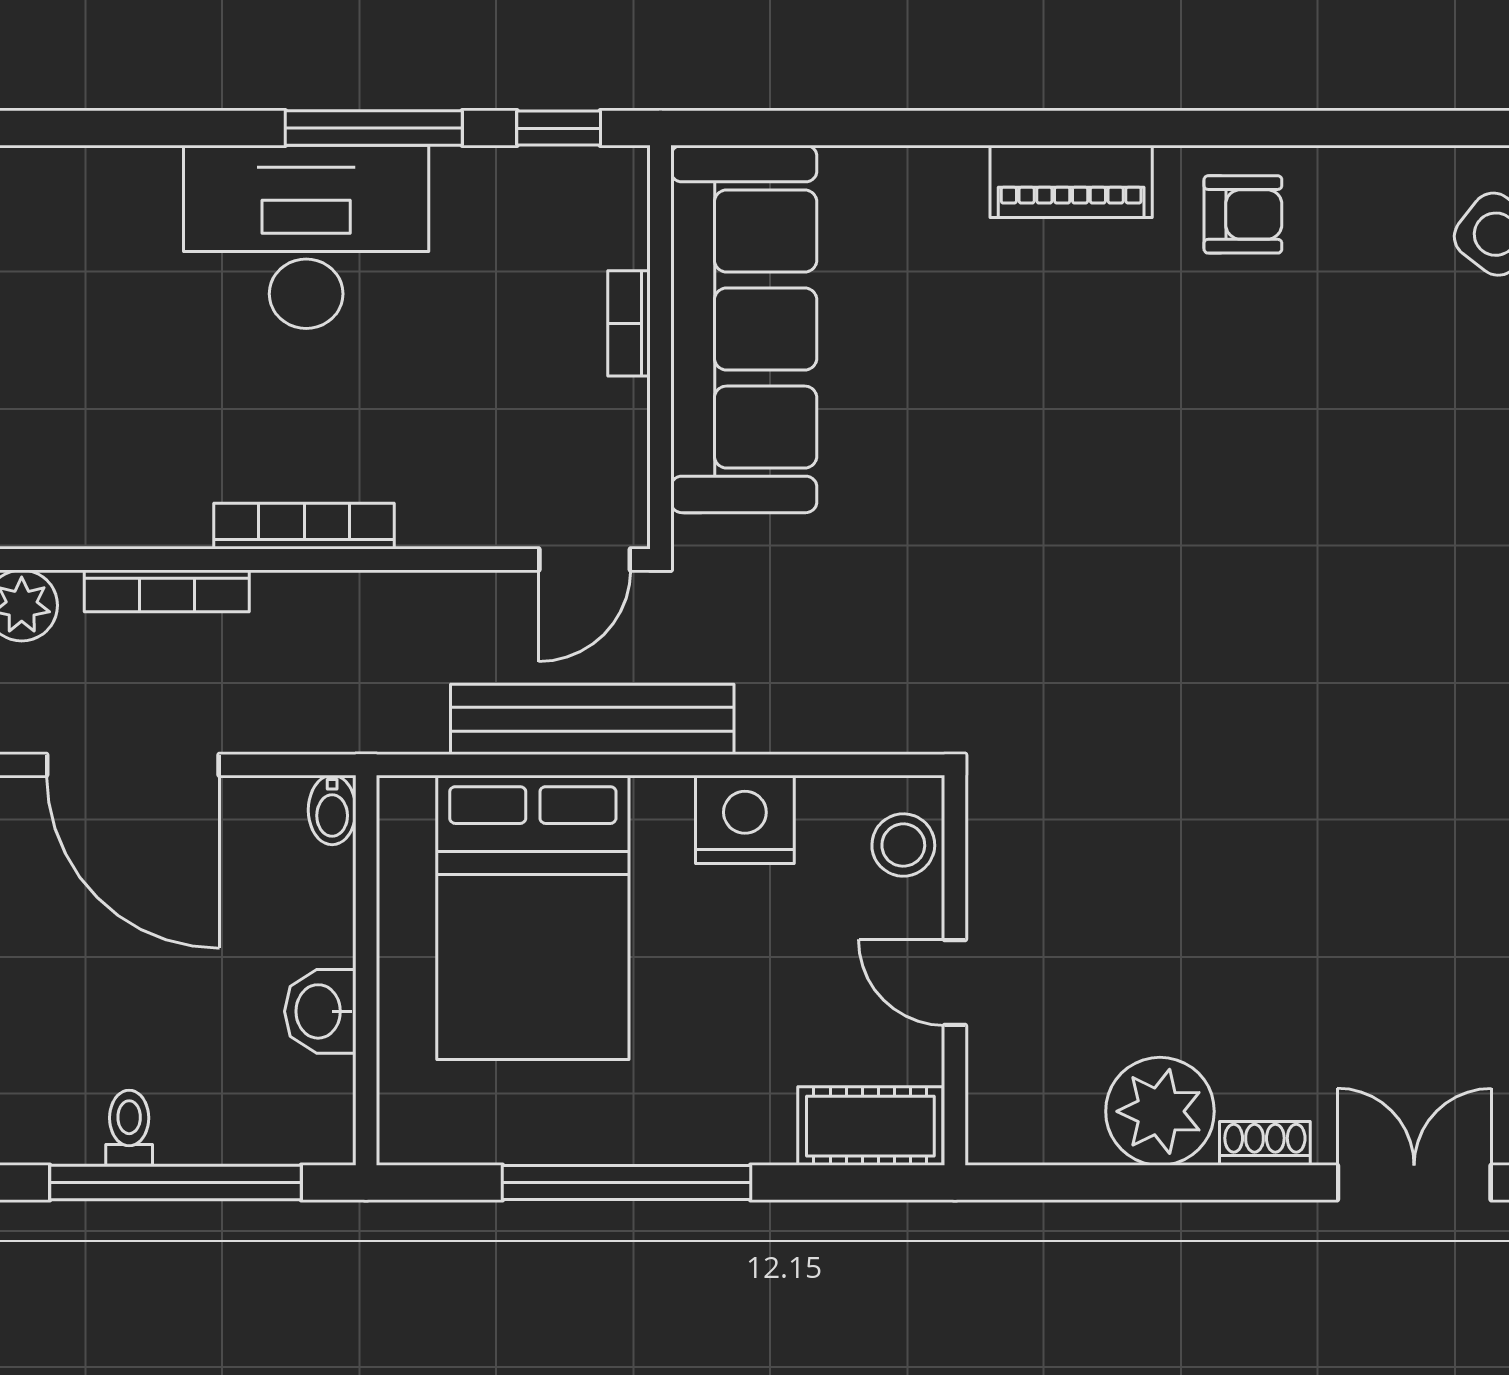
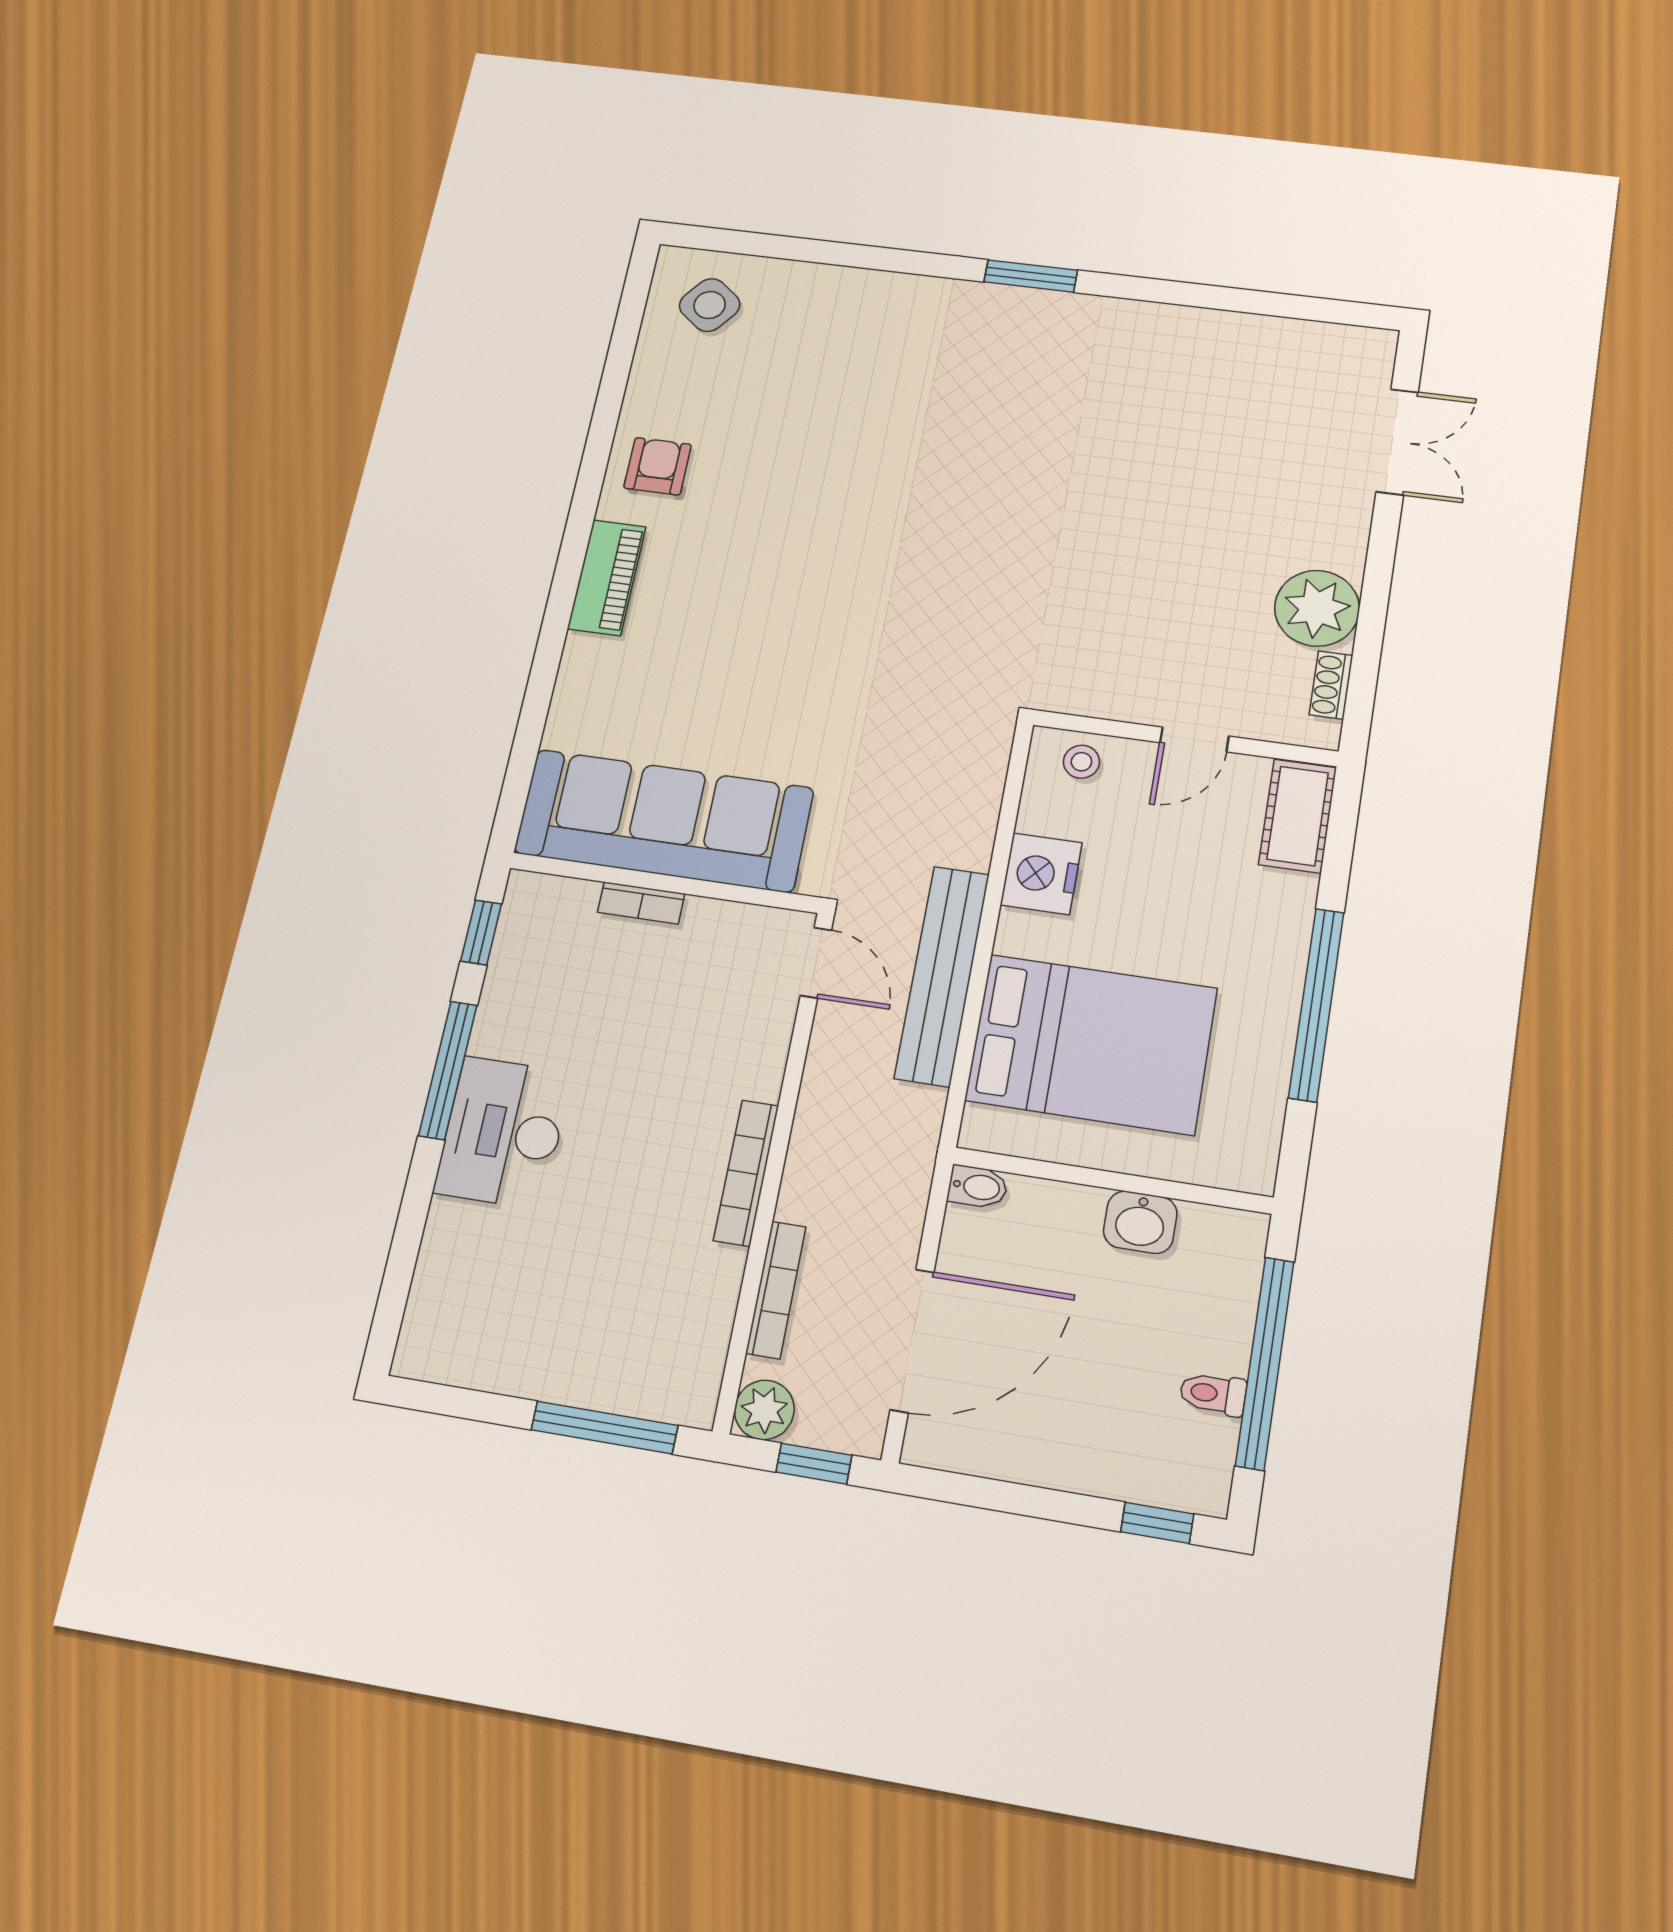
desk: (306, 237) -> (503, 1132), width x0.73, depth x0.77
stool: (903, 845) -> (1081, 762), width x0.73, depth x0.73
shoe rack: (1265, 1143) -> (1331, 685), moved
double door: (1414, 1183) -> (1397, 442), swing flipped

